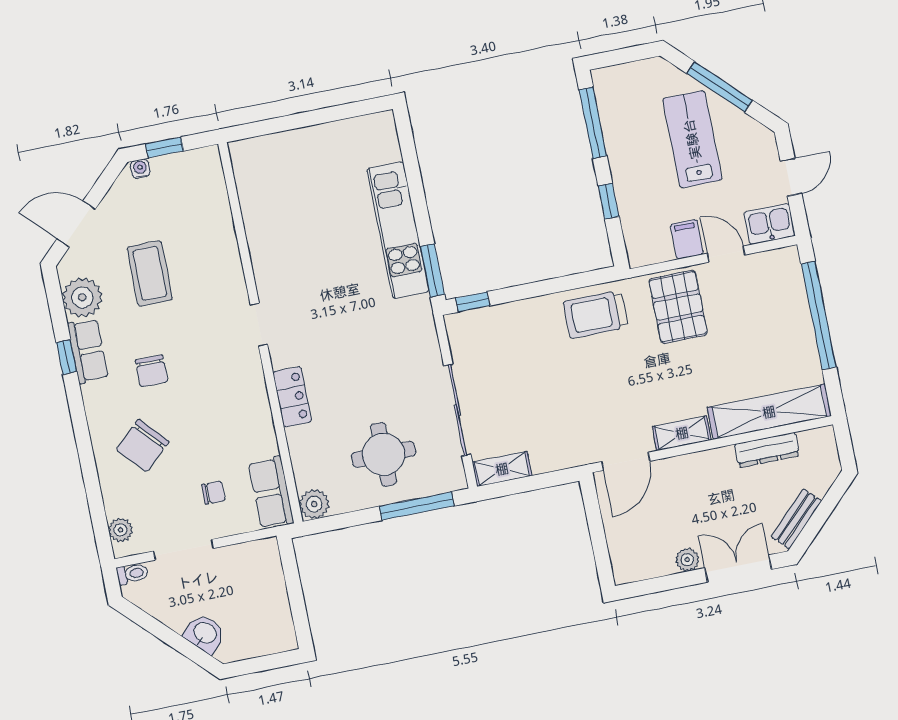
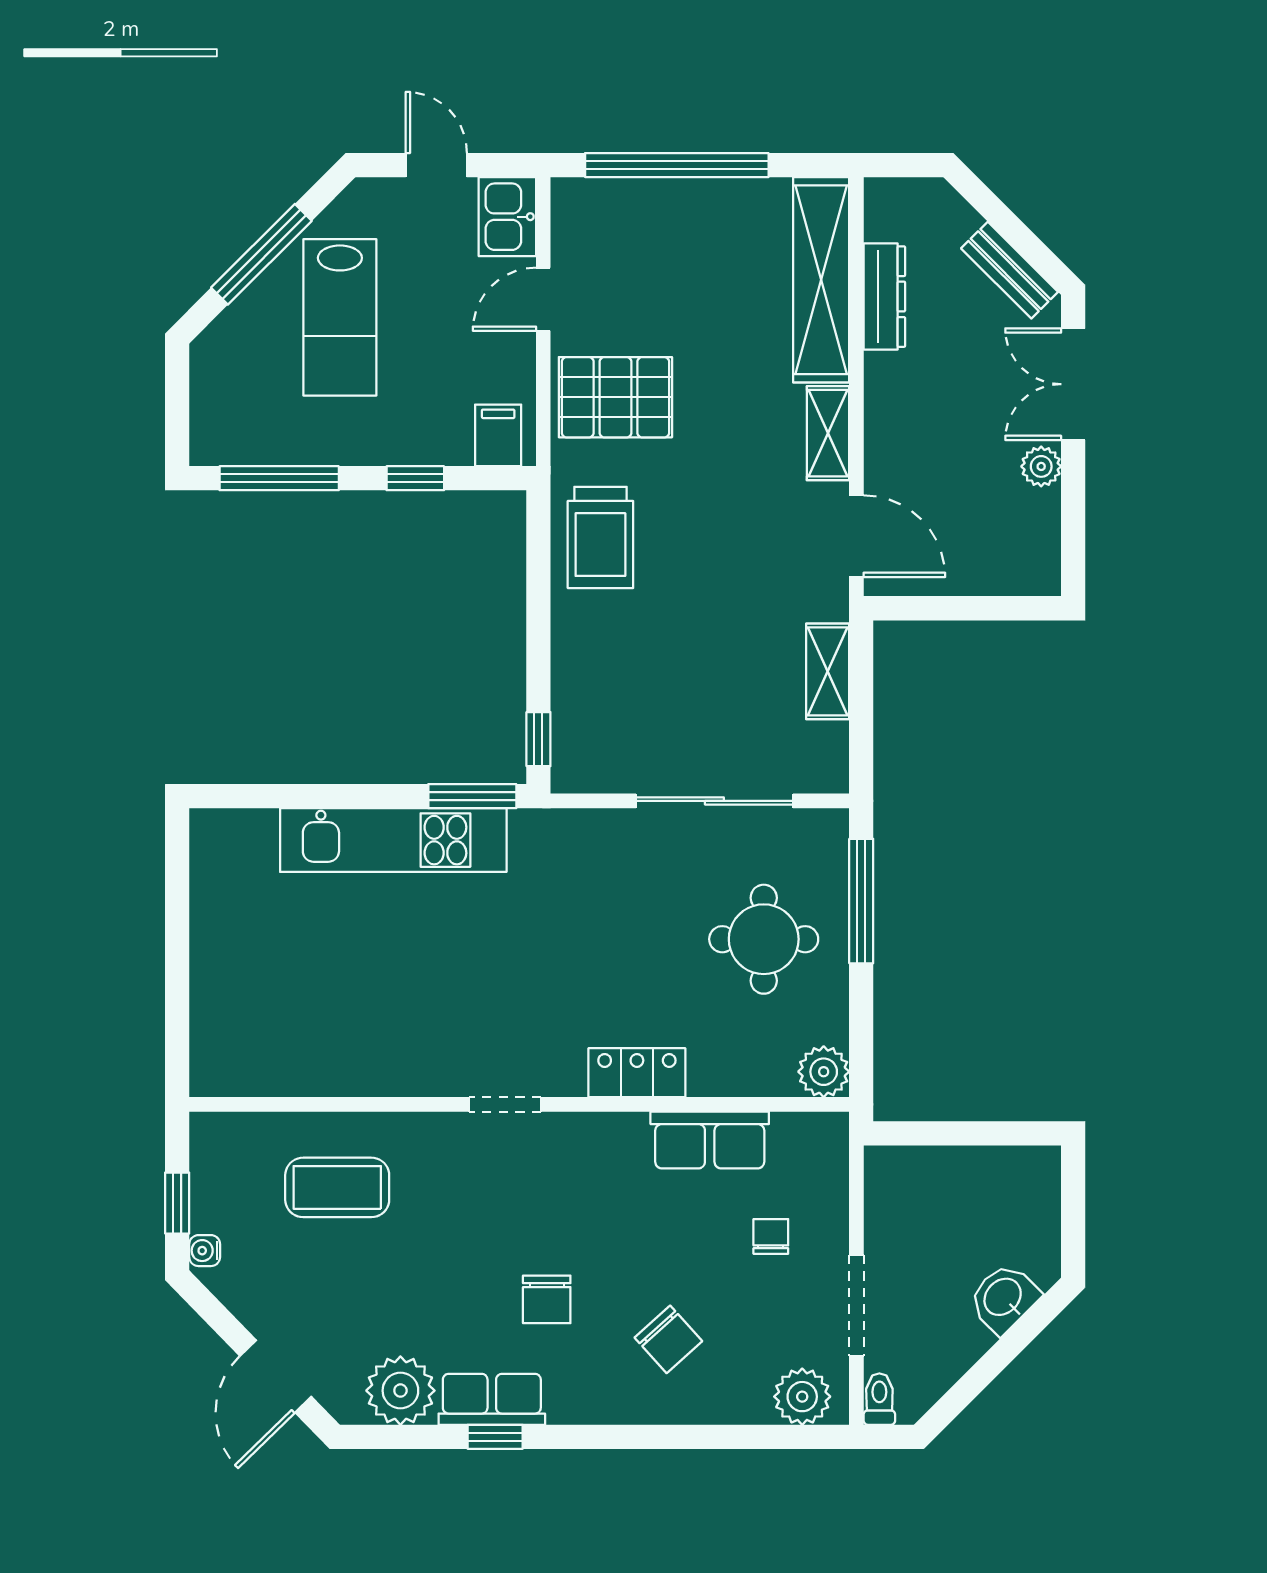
lab bench: (692, 139) -> (340, 317), turned -90
filing cabinet: (687, 239) -> (498, 435), moved, turned 90
coffee table: (150, 273) -> (337, 1187), moved
chair: (151, 371) -> (547, 1299), turned 90
chair: (143, 446) -> (668, 1339), width x0.73, depth x0.73
shelving: (502, 469) -> (828, 671), moved
row of seats: (271, 492) -> (710, 1140), moved
plant: (121, 530) -> (802, 1397), width x1.38, depth x1.38

